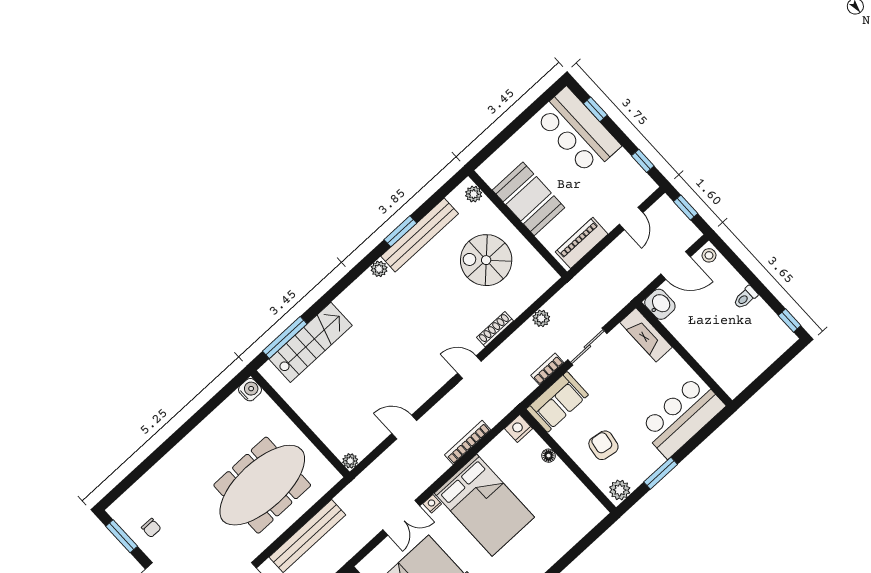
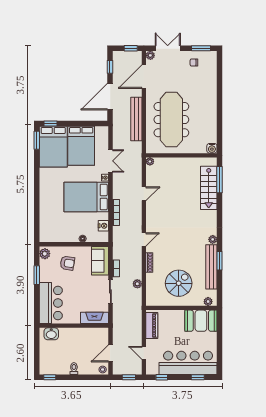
bar counter: (577, 131) -> (188, 363), width x1.36
booth: (529, 199) -> (201, 321), moved
washbasin: (660, 304) -> (51, 334), moved
nightstand: (519, 429) -> (103, 226), moved
double door: (401, 518) -> (110, 161), swing flipped

